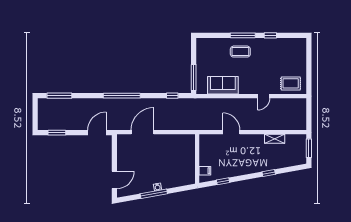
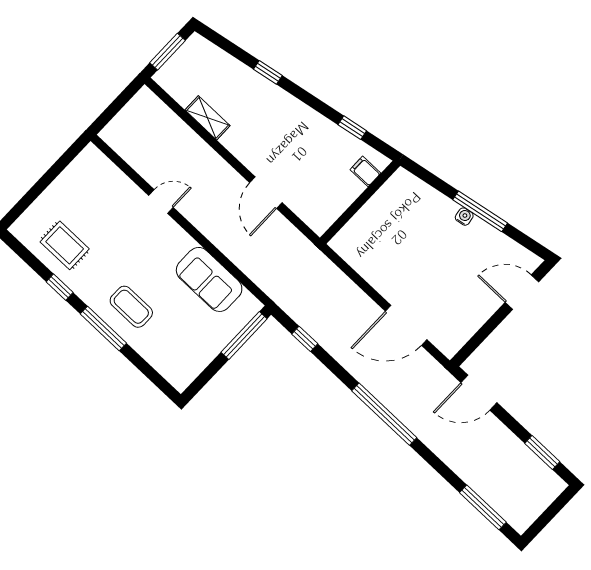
rug: (291, 83) -> (65, 245), moved

